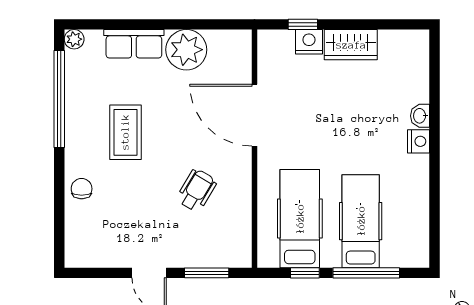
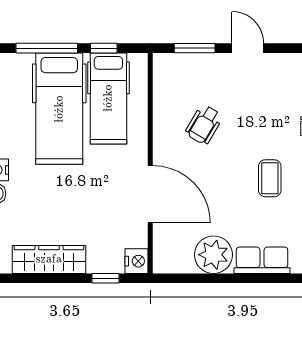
nightstand: (309, 42) -> (137, 261), moved, turned -90
wardrobe: (351, 45) -> (49, 259), width x1.50
coffee table: (125, 132) -> (270, 178), width x0.73, depth x0.77
hospital bed: (361, 221) -> (59, 109), width x1.37, depth x1.29

